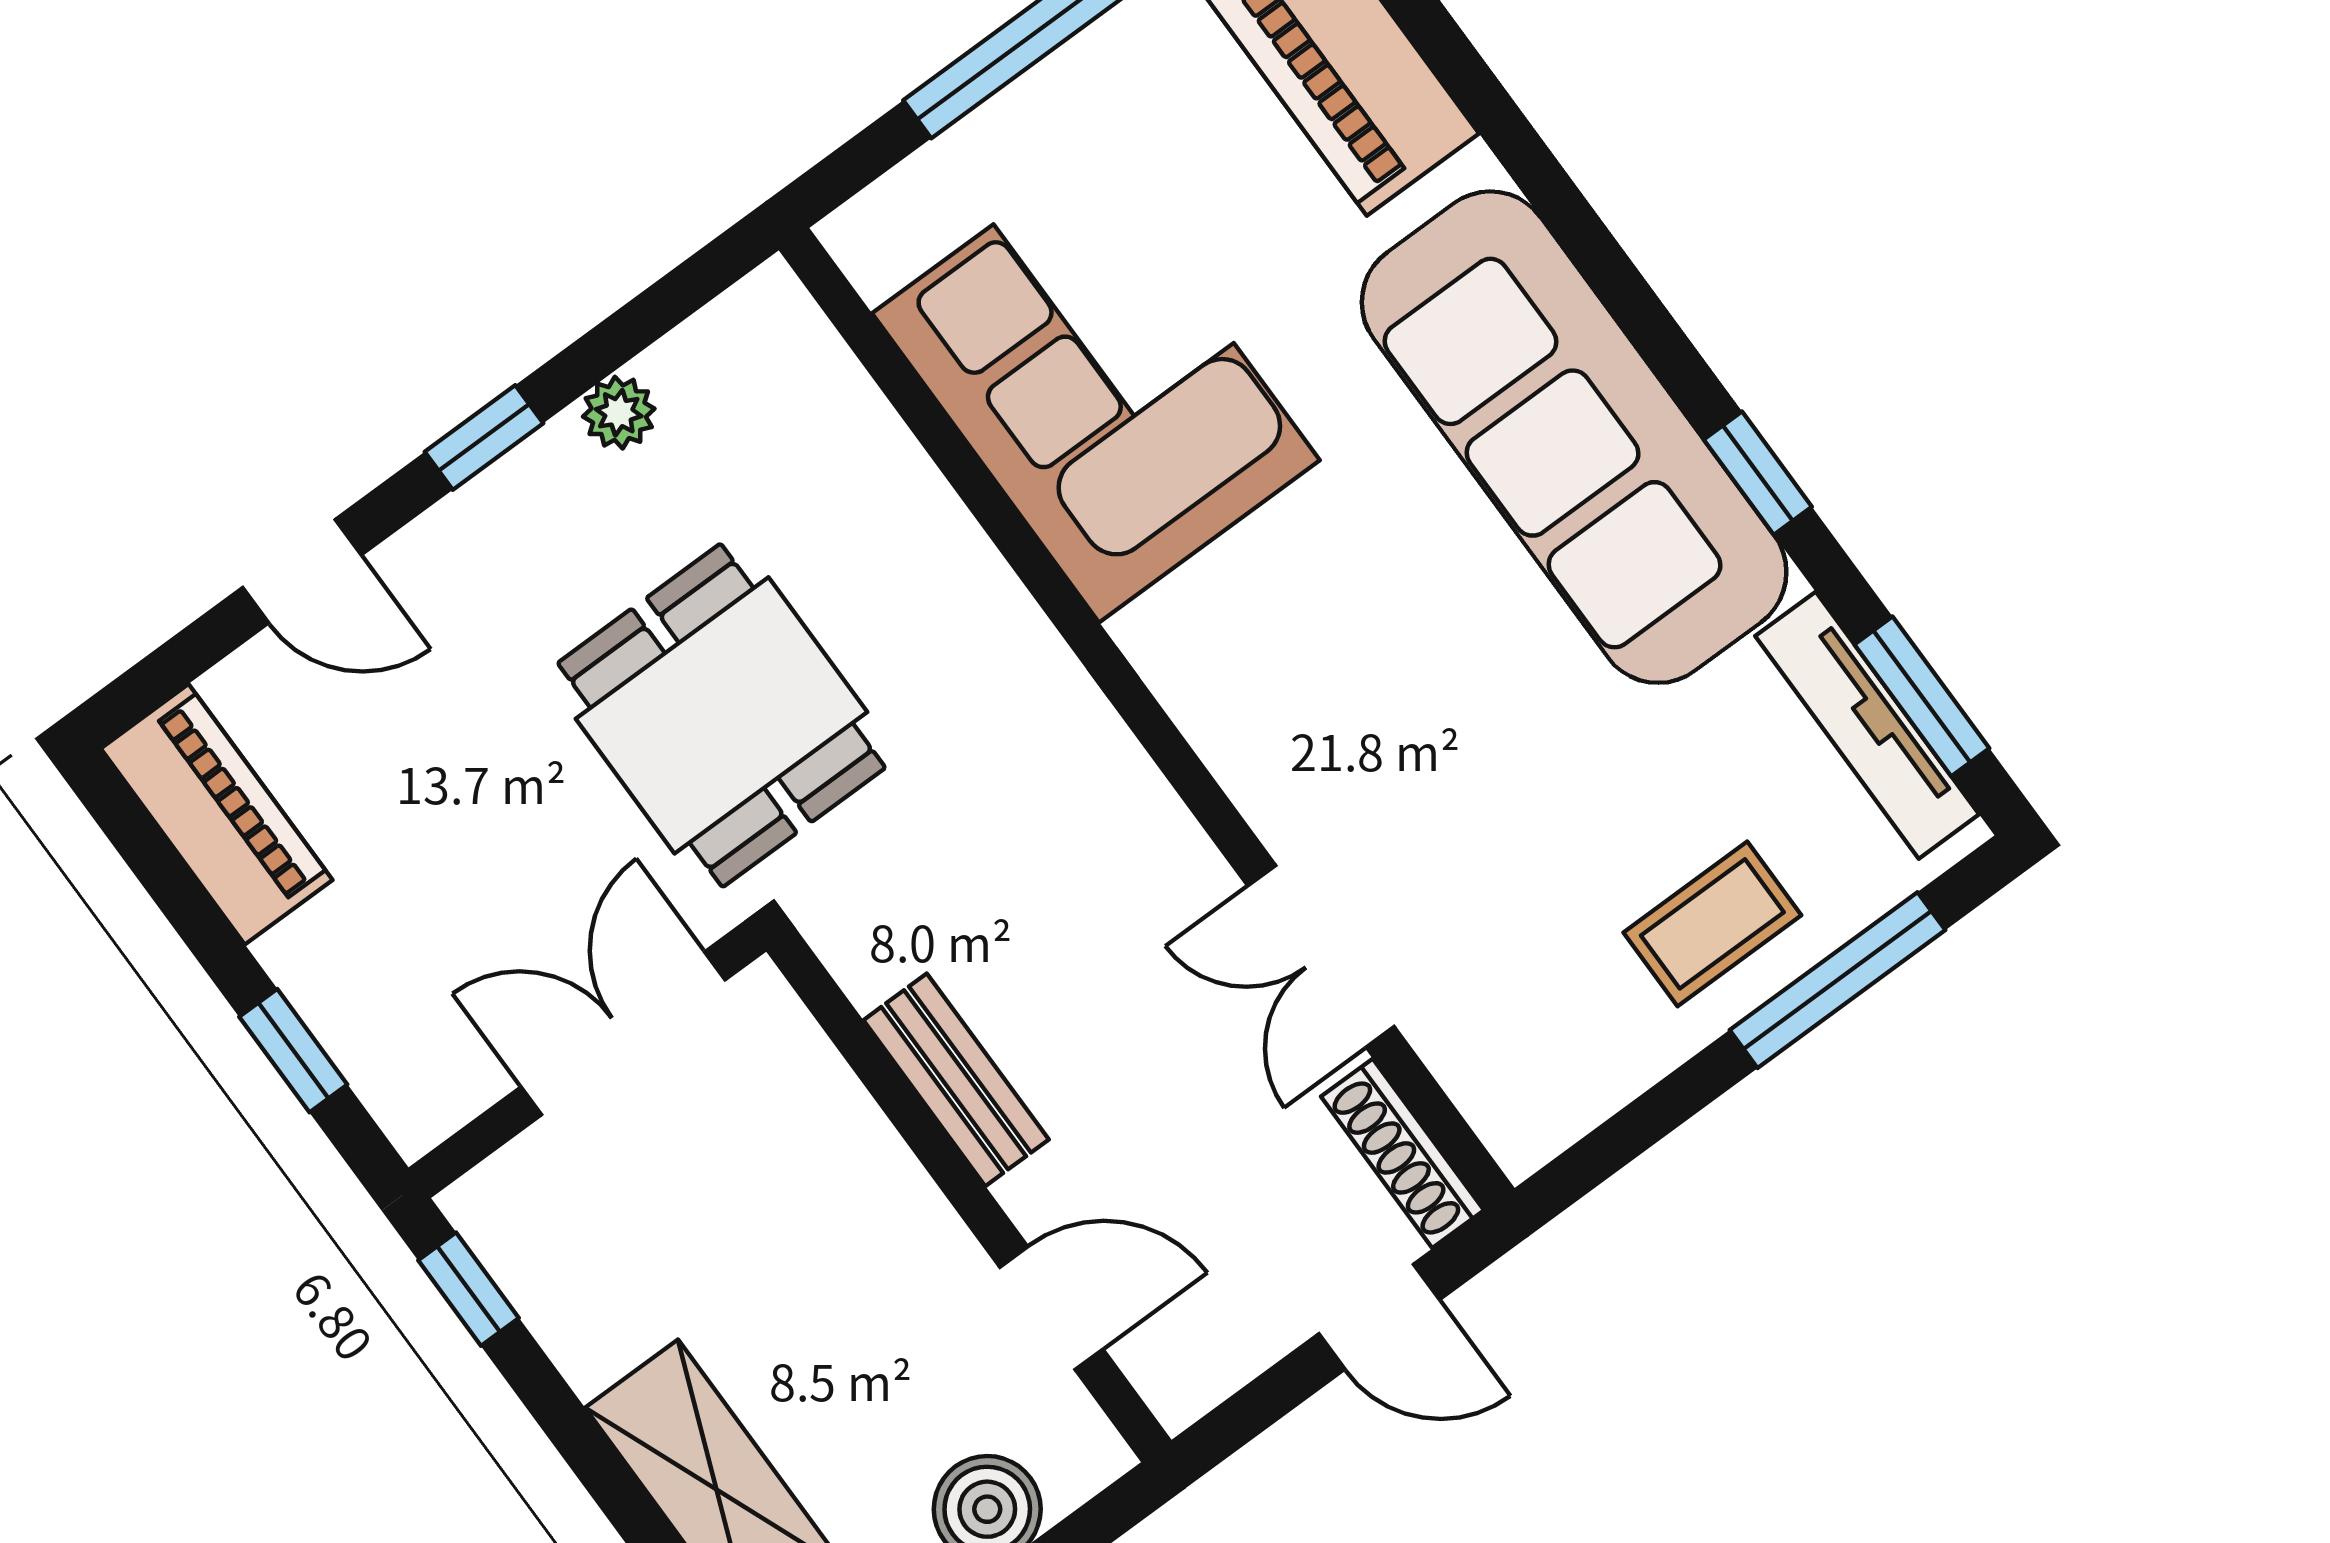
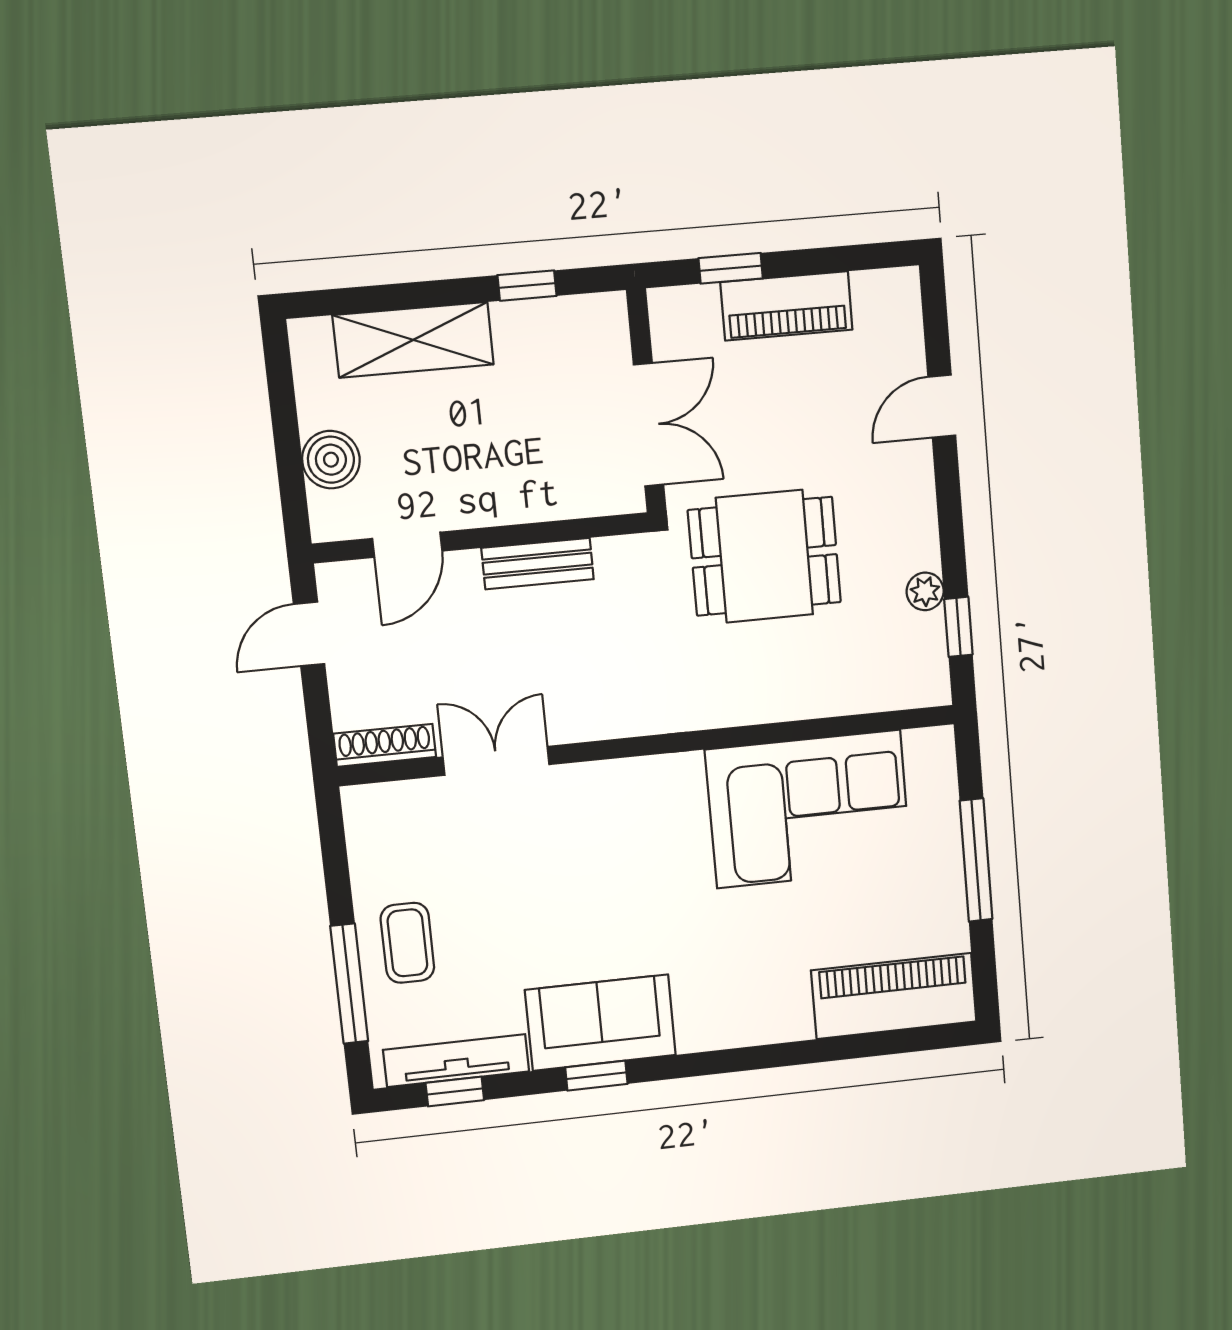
window: (484, 437) -> (958, 627), moved
sofa: (1574, 437) -> (601, 1023), width x0.54, depth x0.79
window: (1922, 696) -> (455, 1092), width x0.67
piano: (217, 814) -> (787, 306), moved
window: (469, 1289) -> (527, 286), moved
door: (1379, 1317) -> (309, 634), moved

